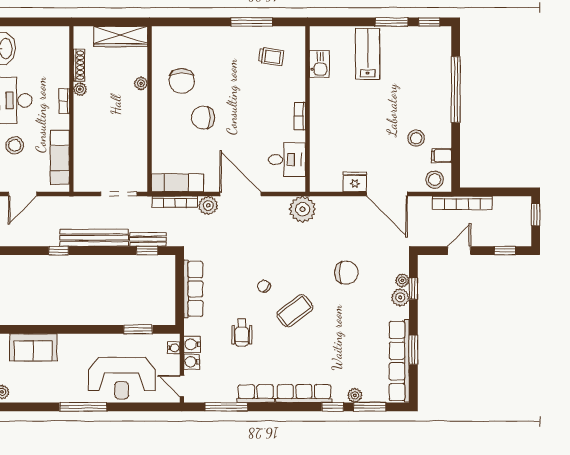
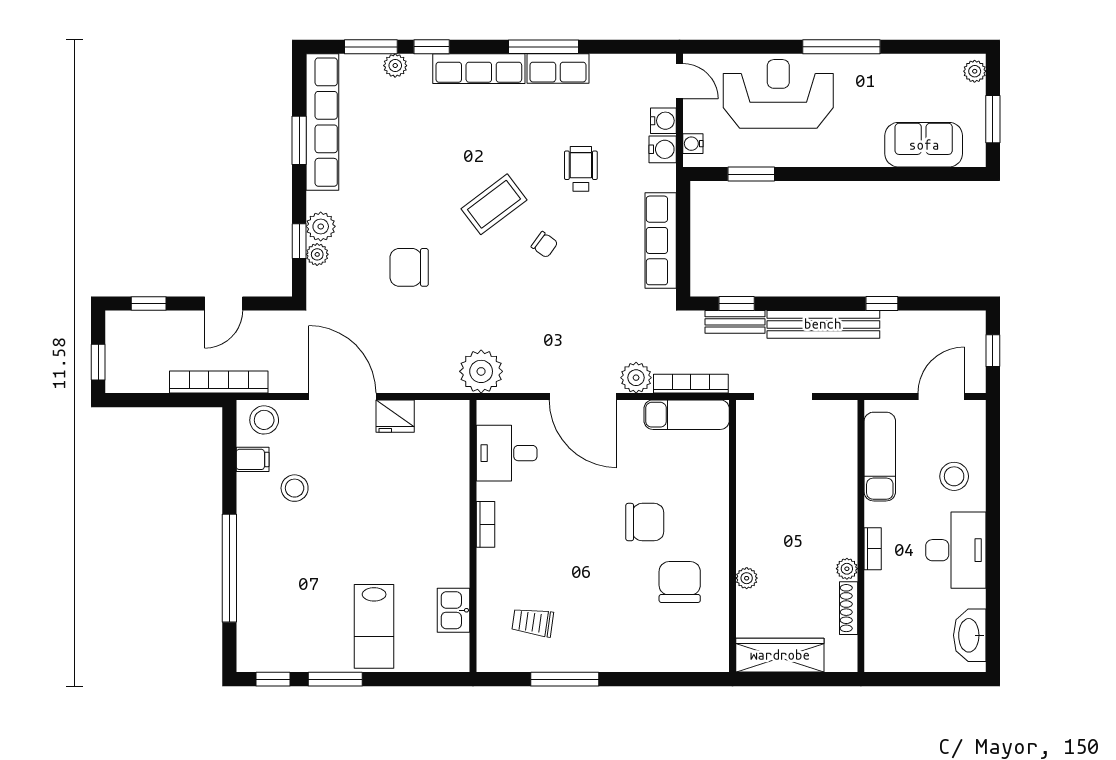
window: (226, 407) -> (544, 47), moved

